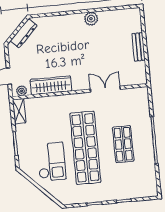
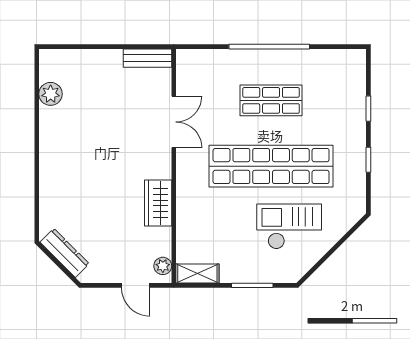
plant: (91, 19) -> (51, 94), moved
bench: (139, 47) -> (147, 58), moved
wardrobe: (51, 85) -> (158, 203), width x0.67
double door: (105, 89) -> (174, 122), swing flipped

